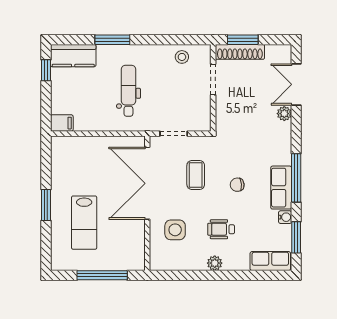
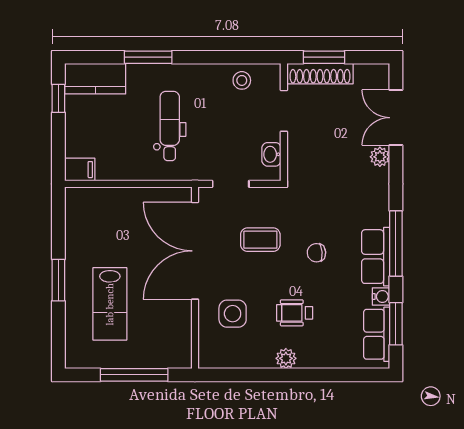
washbasin: (204, 112) -> (271, 154), added
coffee table: (196, 175) -> (260, 240), turned 90
row of seats: (270, 261) -> (377, 334), moved, turned -90

